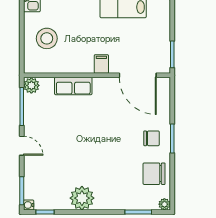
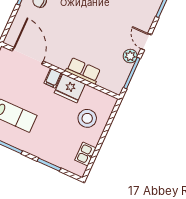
fridge: (79, 61) -> (70, 88), added
plant: (31, 85) -> (130, 56), moved

